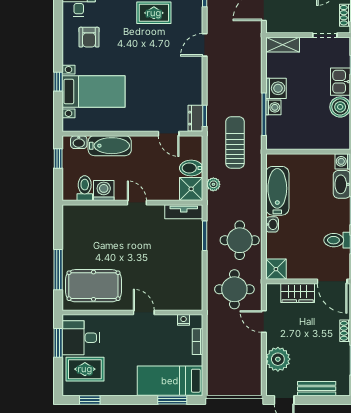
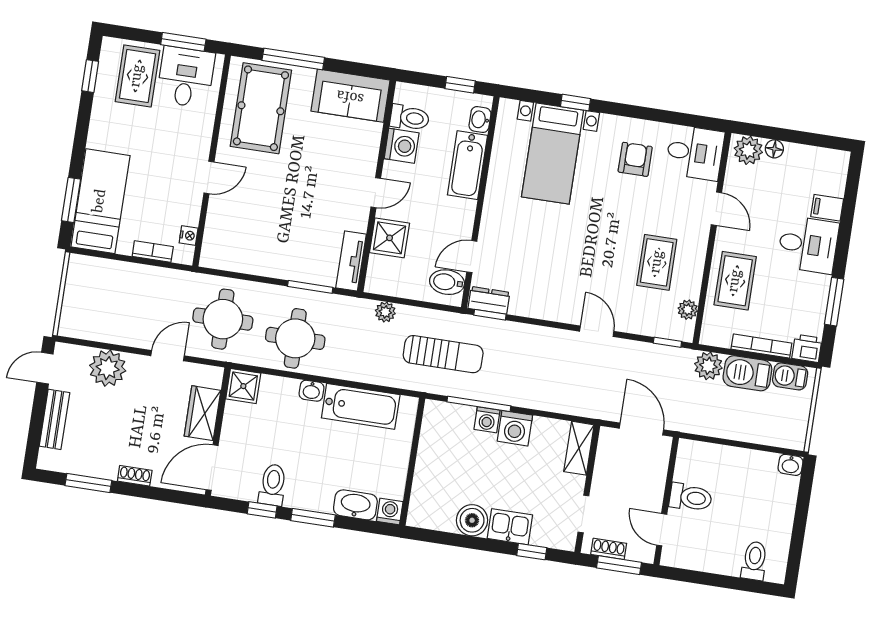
armchair: (89, 37) -> (635, 159), turned 90
bidet: (191, 168) -> (447, 282), moved, turned -90
shower: (191, 189) -> (390, 238), moved
sofa: (76, 229) -> (350, 96), added

